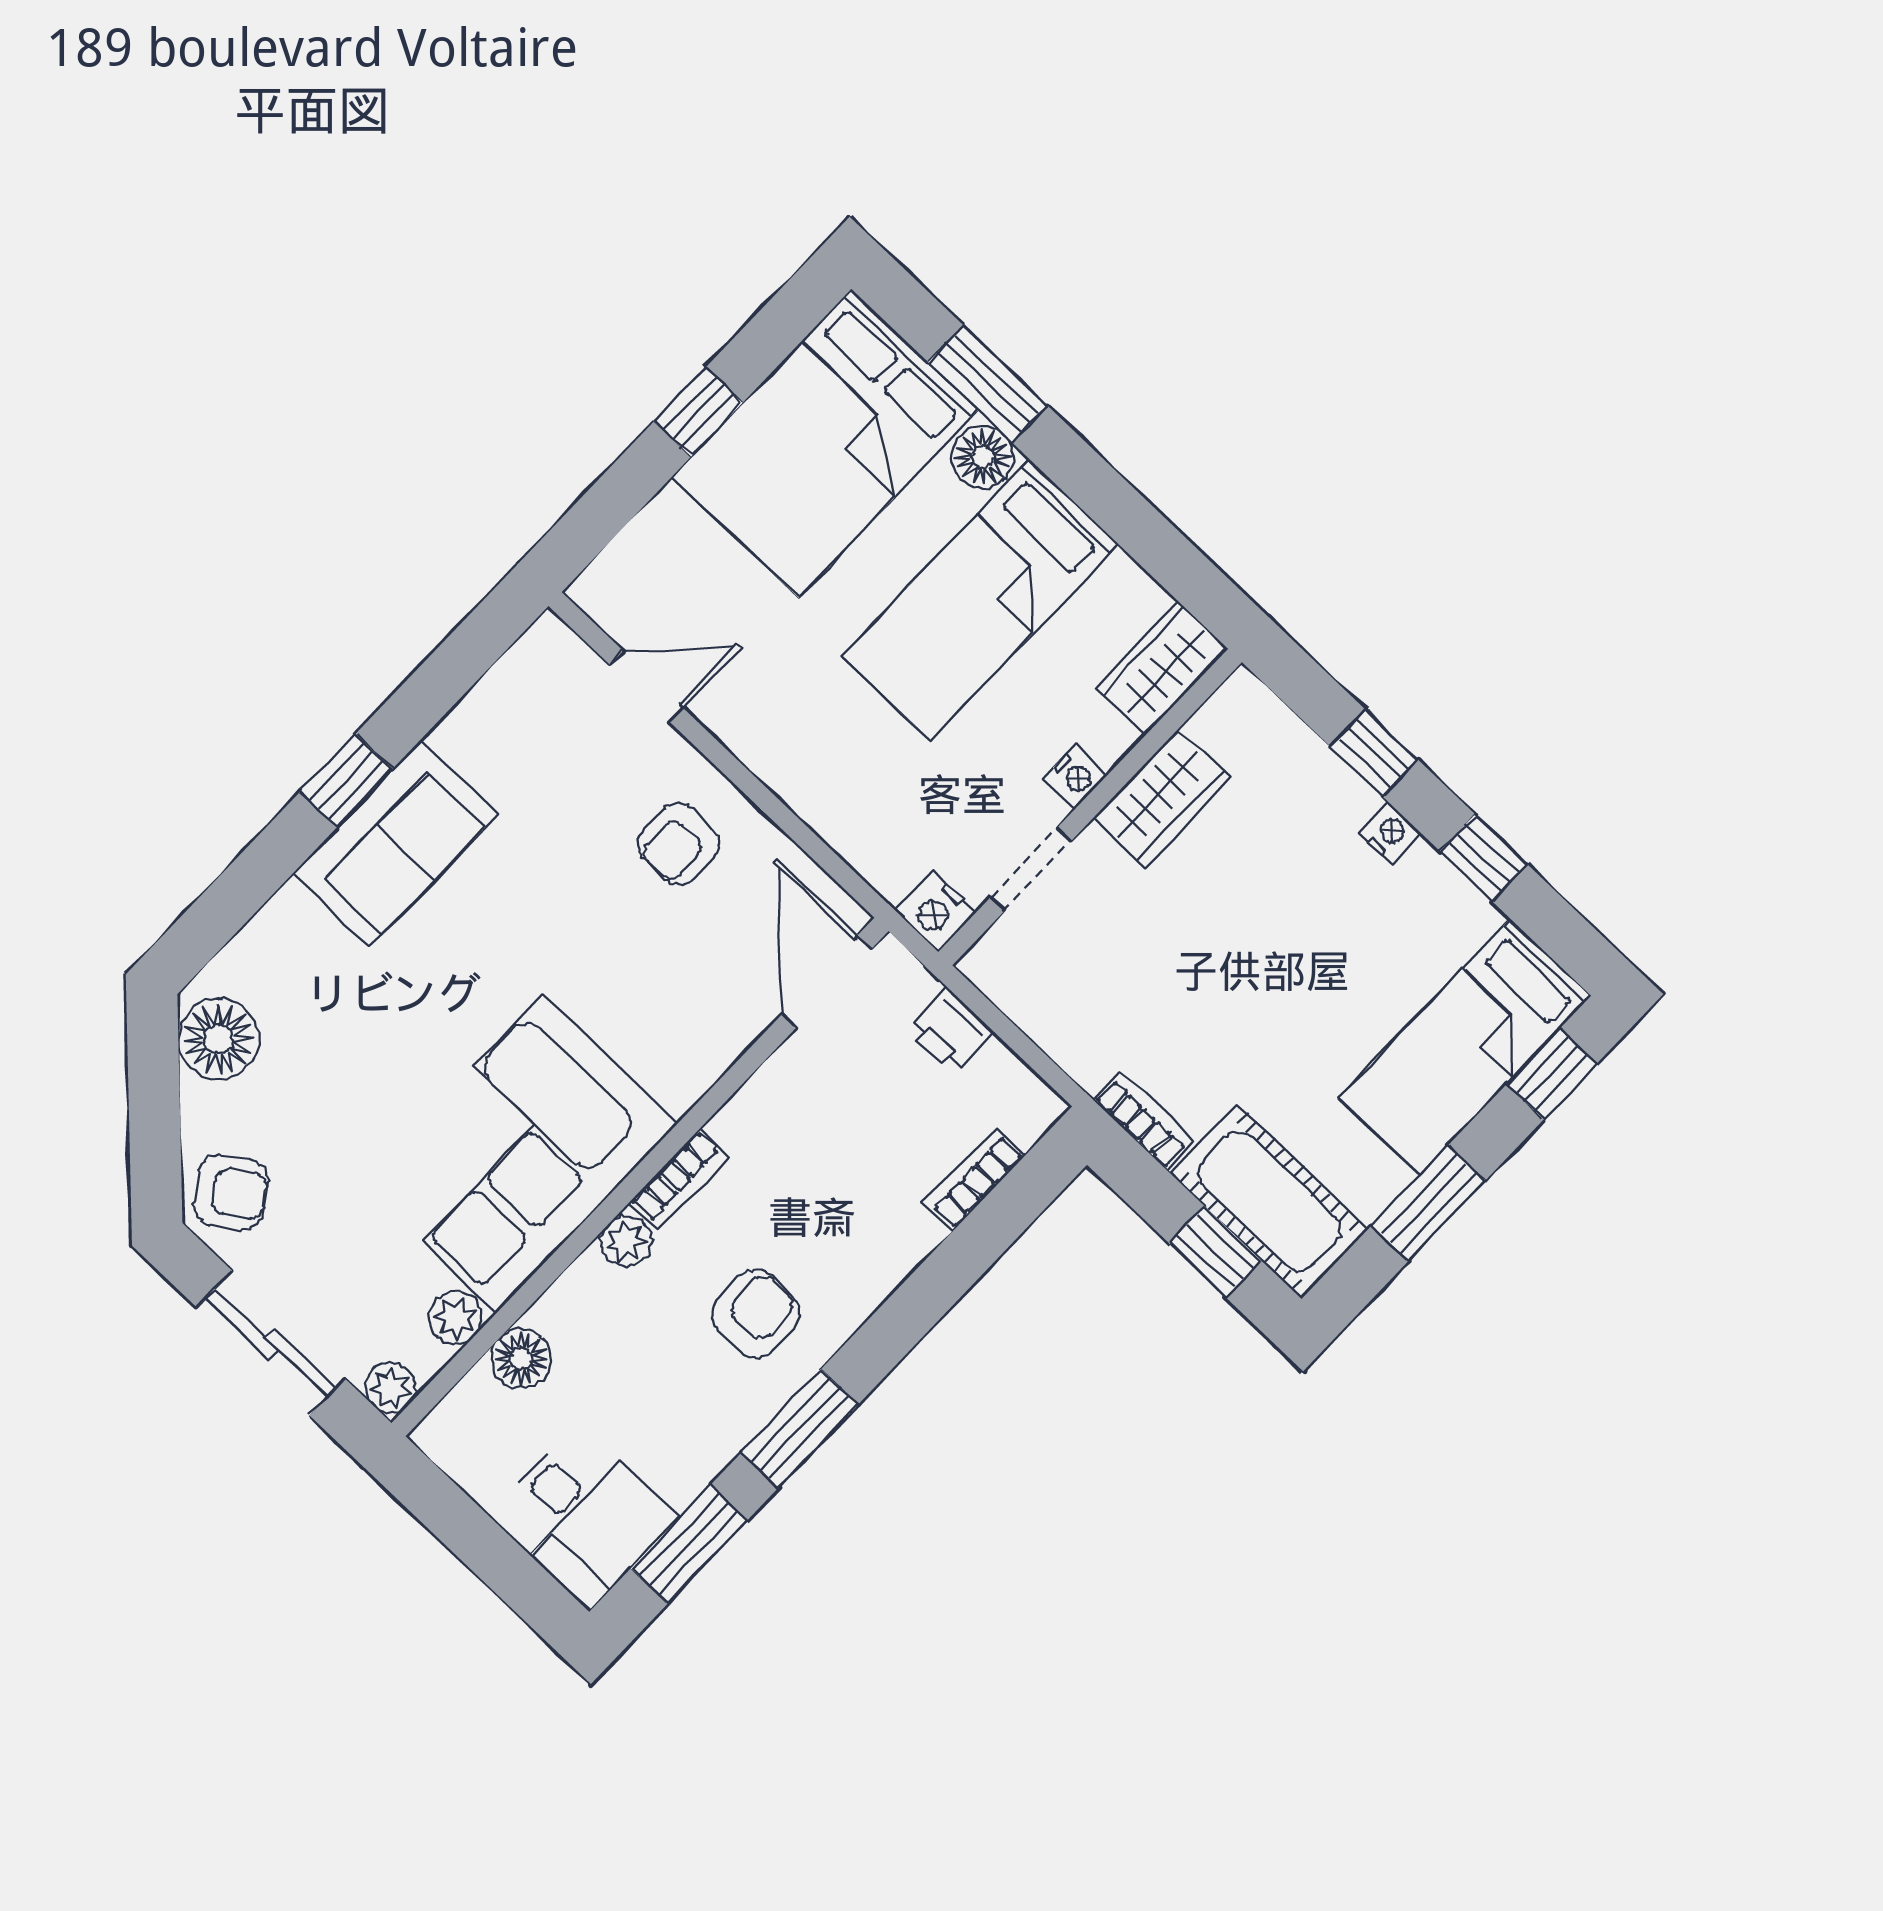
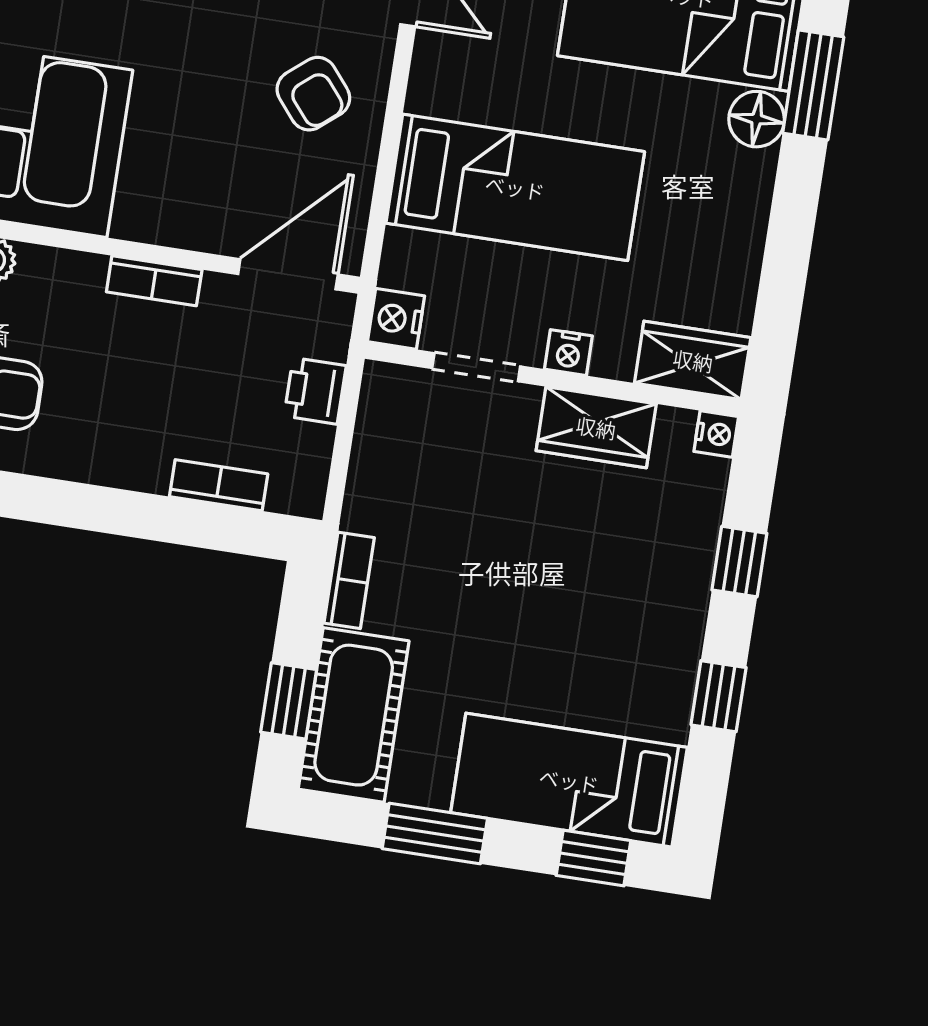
bed: (980, 600) -> (515, 187), moved, turned 180
nightstand: (1390, 833) -> (716, 434), moved
armchair: (678, 844) -> (313, 94), turned -130
bookcase: (679, 1180) -> (154, 281), moved

